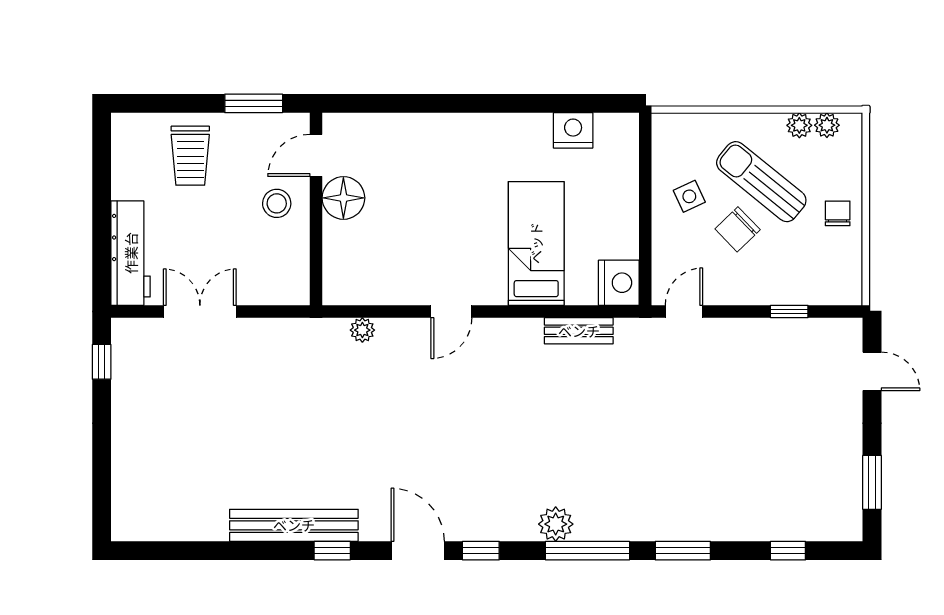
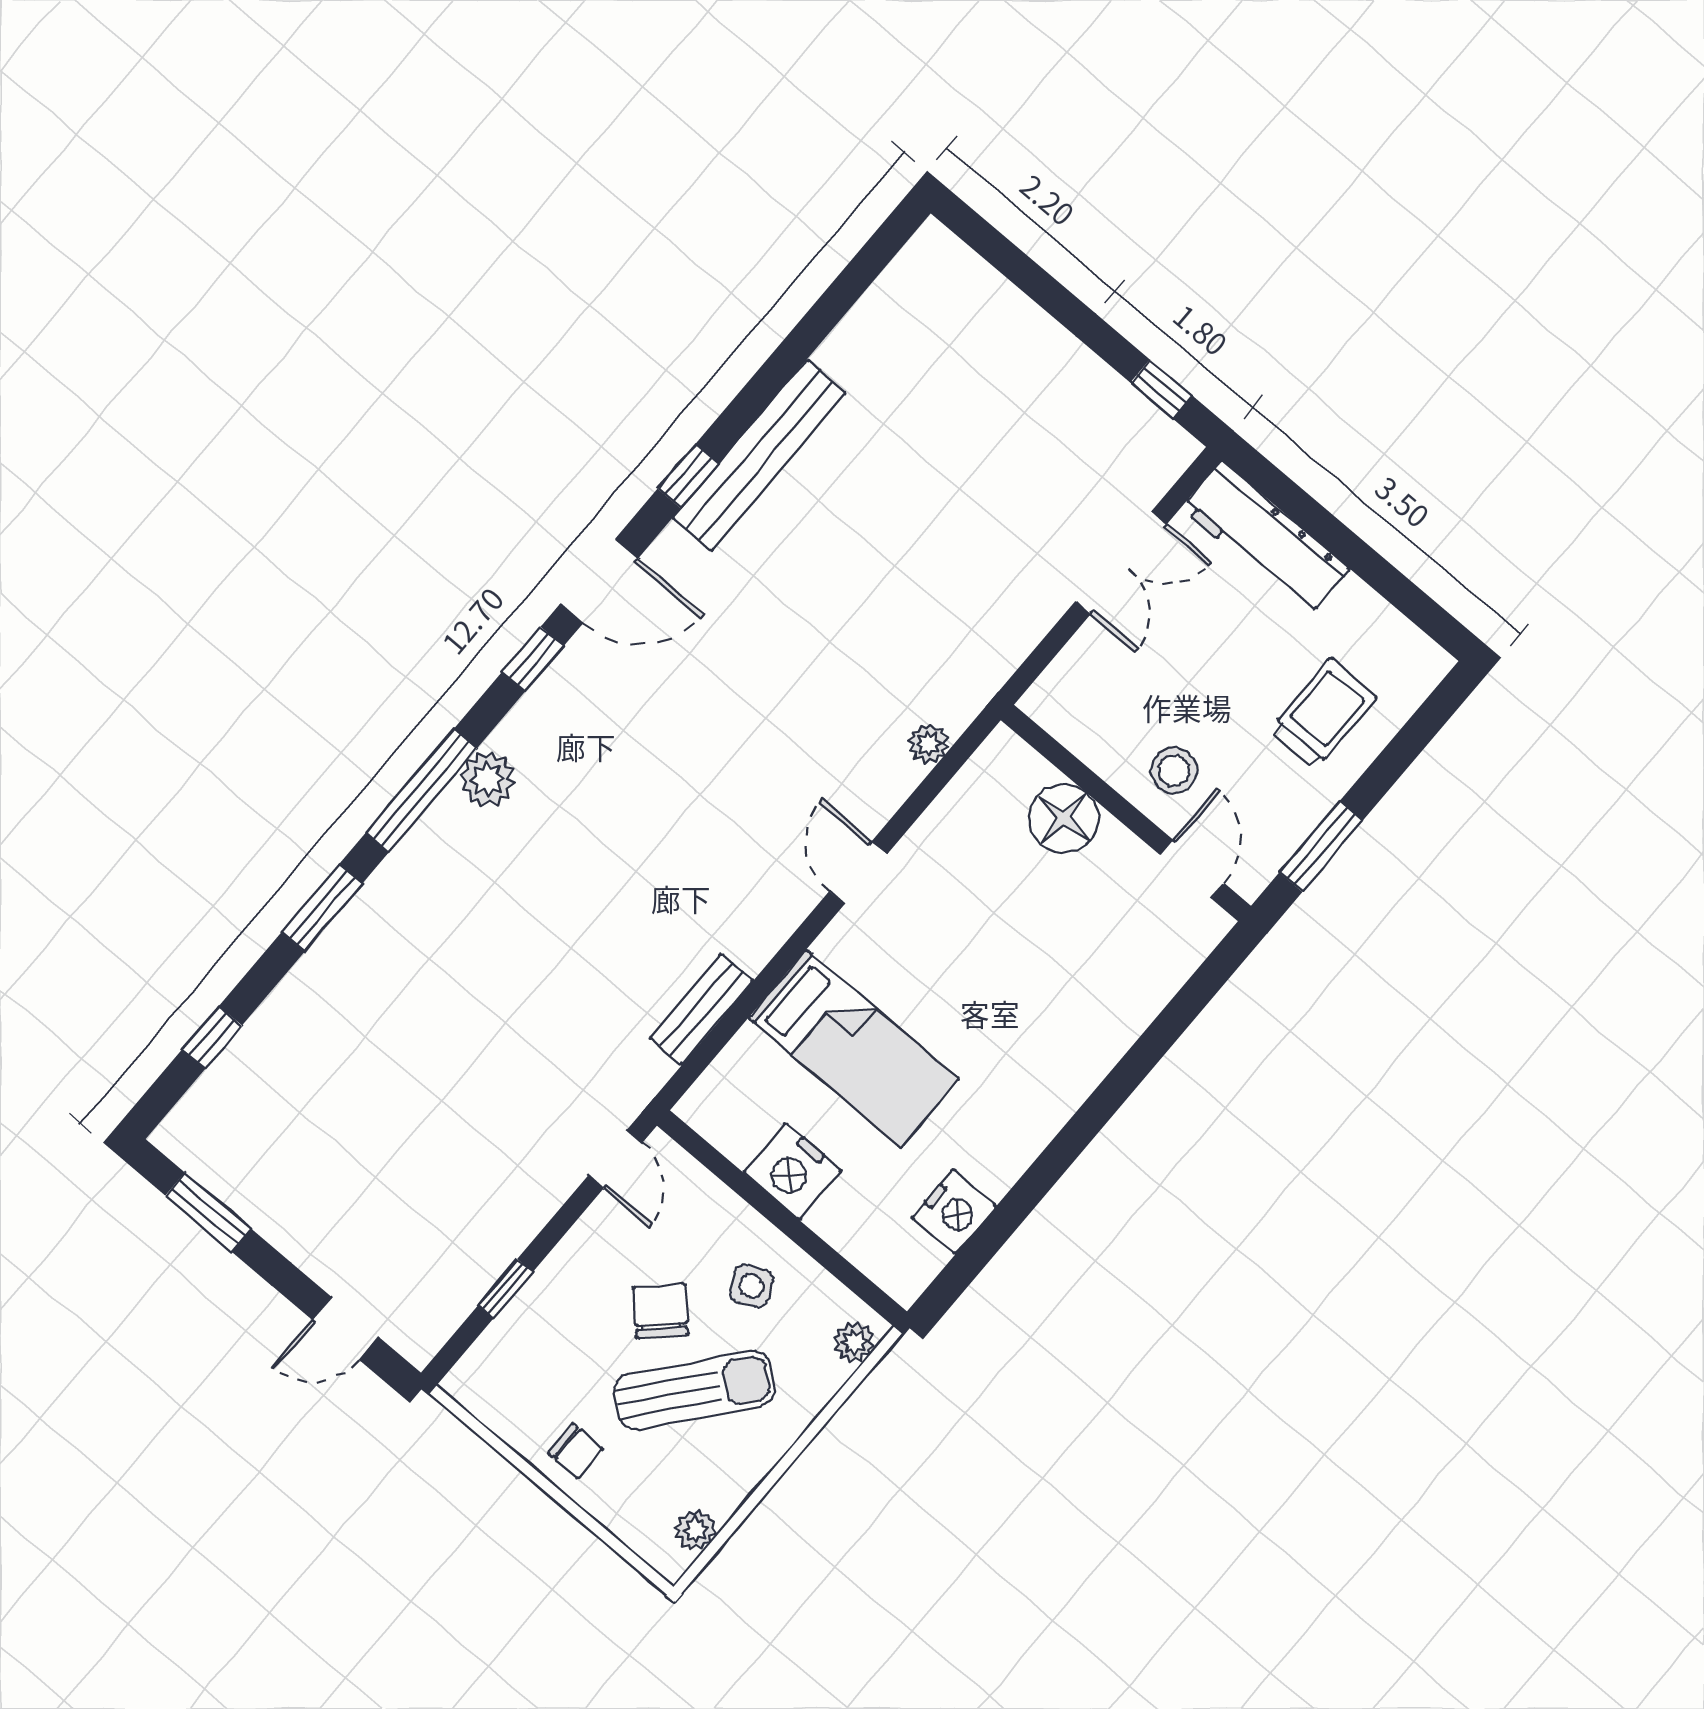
plant: (799, 125) -> (854, 1342), moved
trolley: (190, 156) -> (1323, 714), turned 90
floor lamp: (343, 198) -> (1064, 818), moved
nightstand: (619, 283) -> (793, 1171), moved

